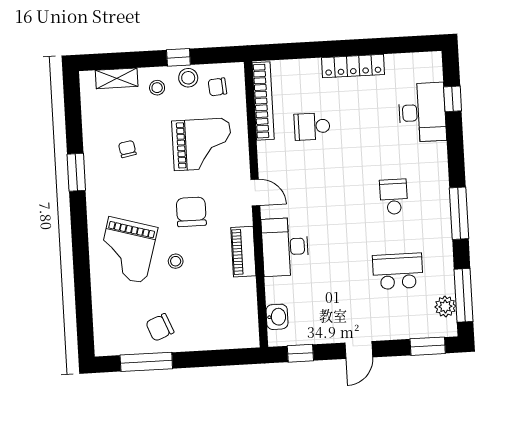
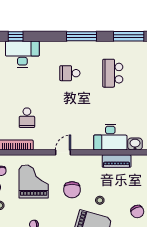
chair: (191, 212) -> (72, 190), turned -90
desk: (285, 247) -> (110, 137), moved
piano: (243, 252) -> (117, 161), moved
plant: (445, 307) -> (134, 47), removed

